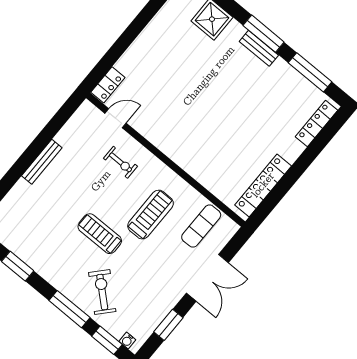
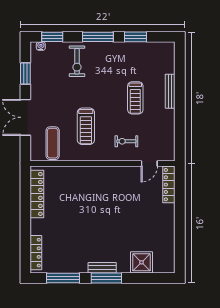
locker: (108, 85) -> (169, 185), width x1.53
bench: (42, 162) -> (170, 91), moved
treadmill: (100, 234) -> (135, 98), moved, turned 90
exercise bike: (102, 292) -> (77, 61), turned 48
window: (69, 309) -> (98, 37), moved

